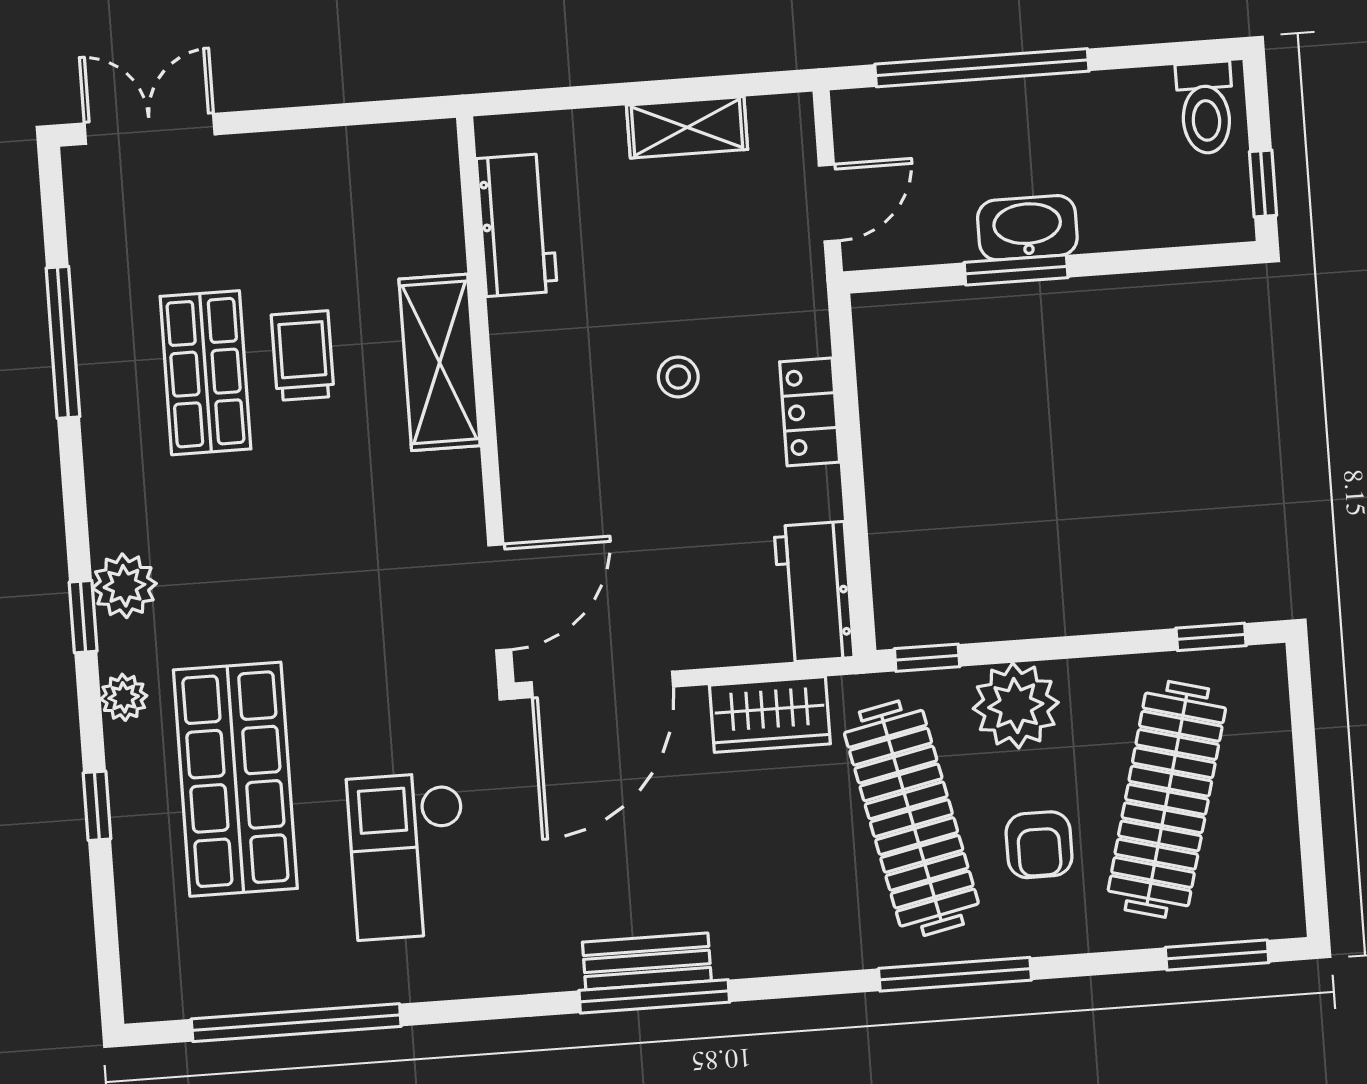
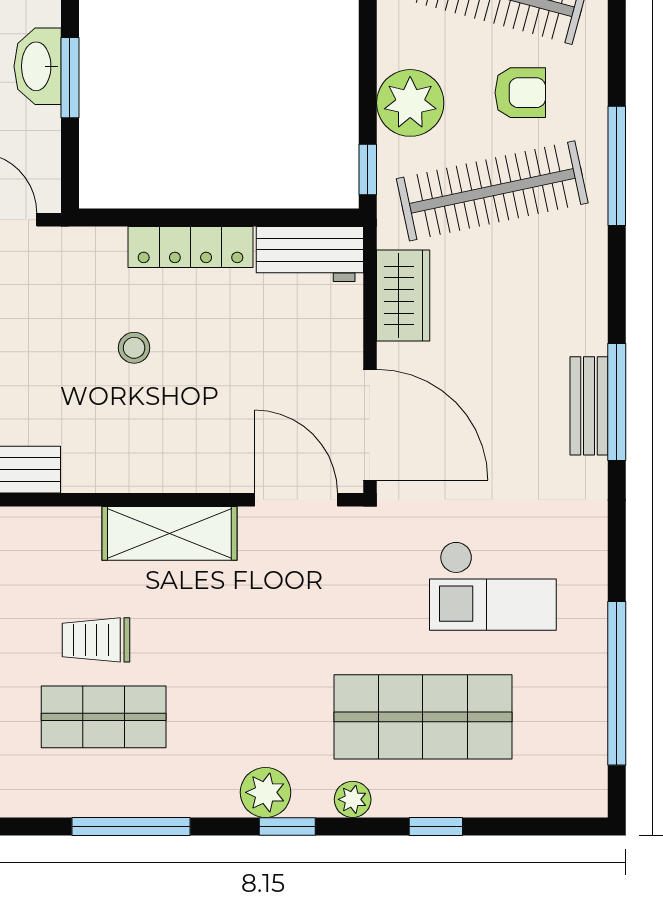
window: (63, 342) -> (131, 827), moved
shelving: (440, 362) -> (169, 533), moved
locker: (810, 412) -> (190, 247), width x1.53

